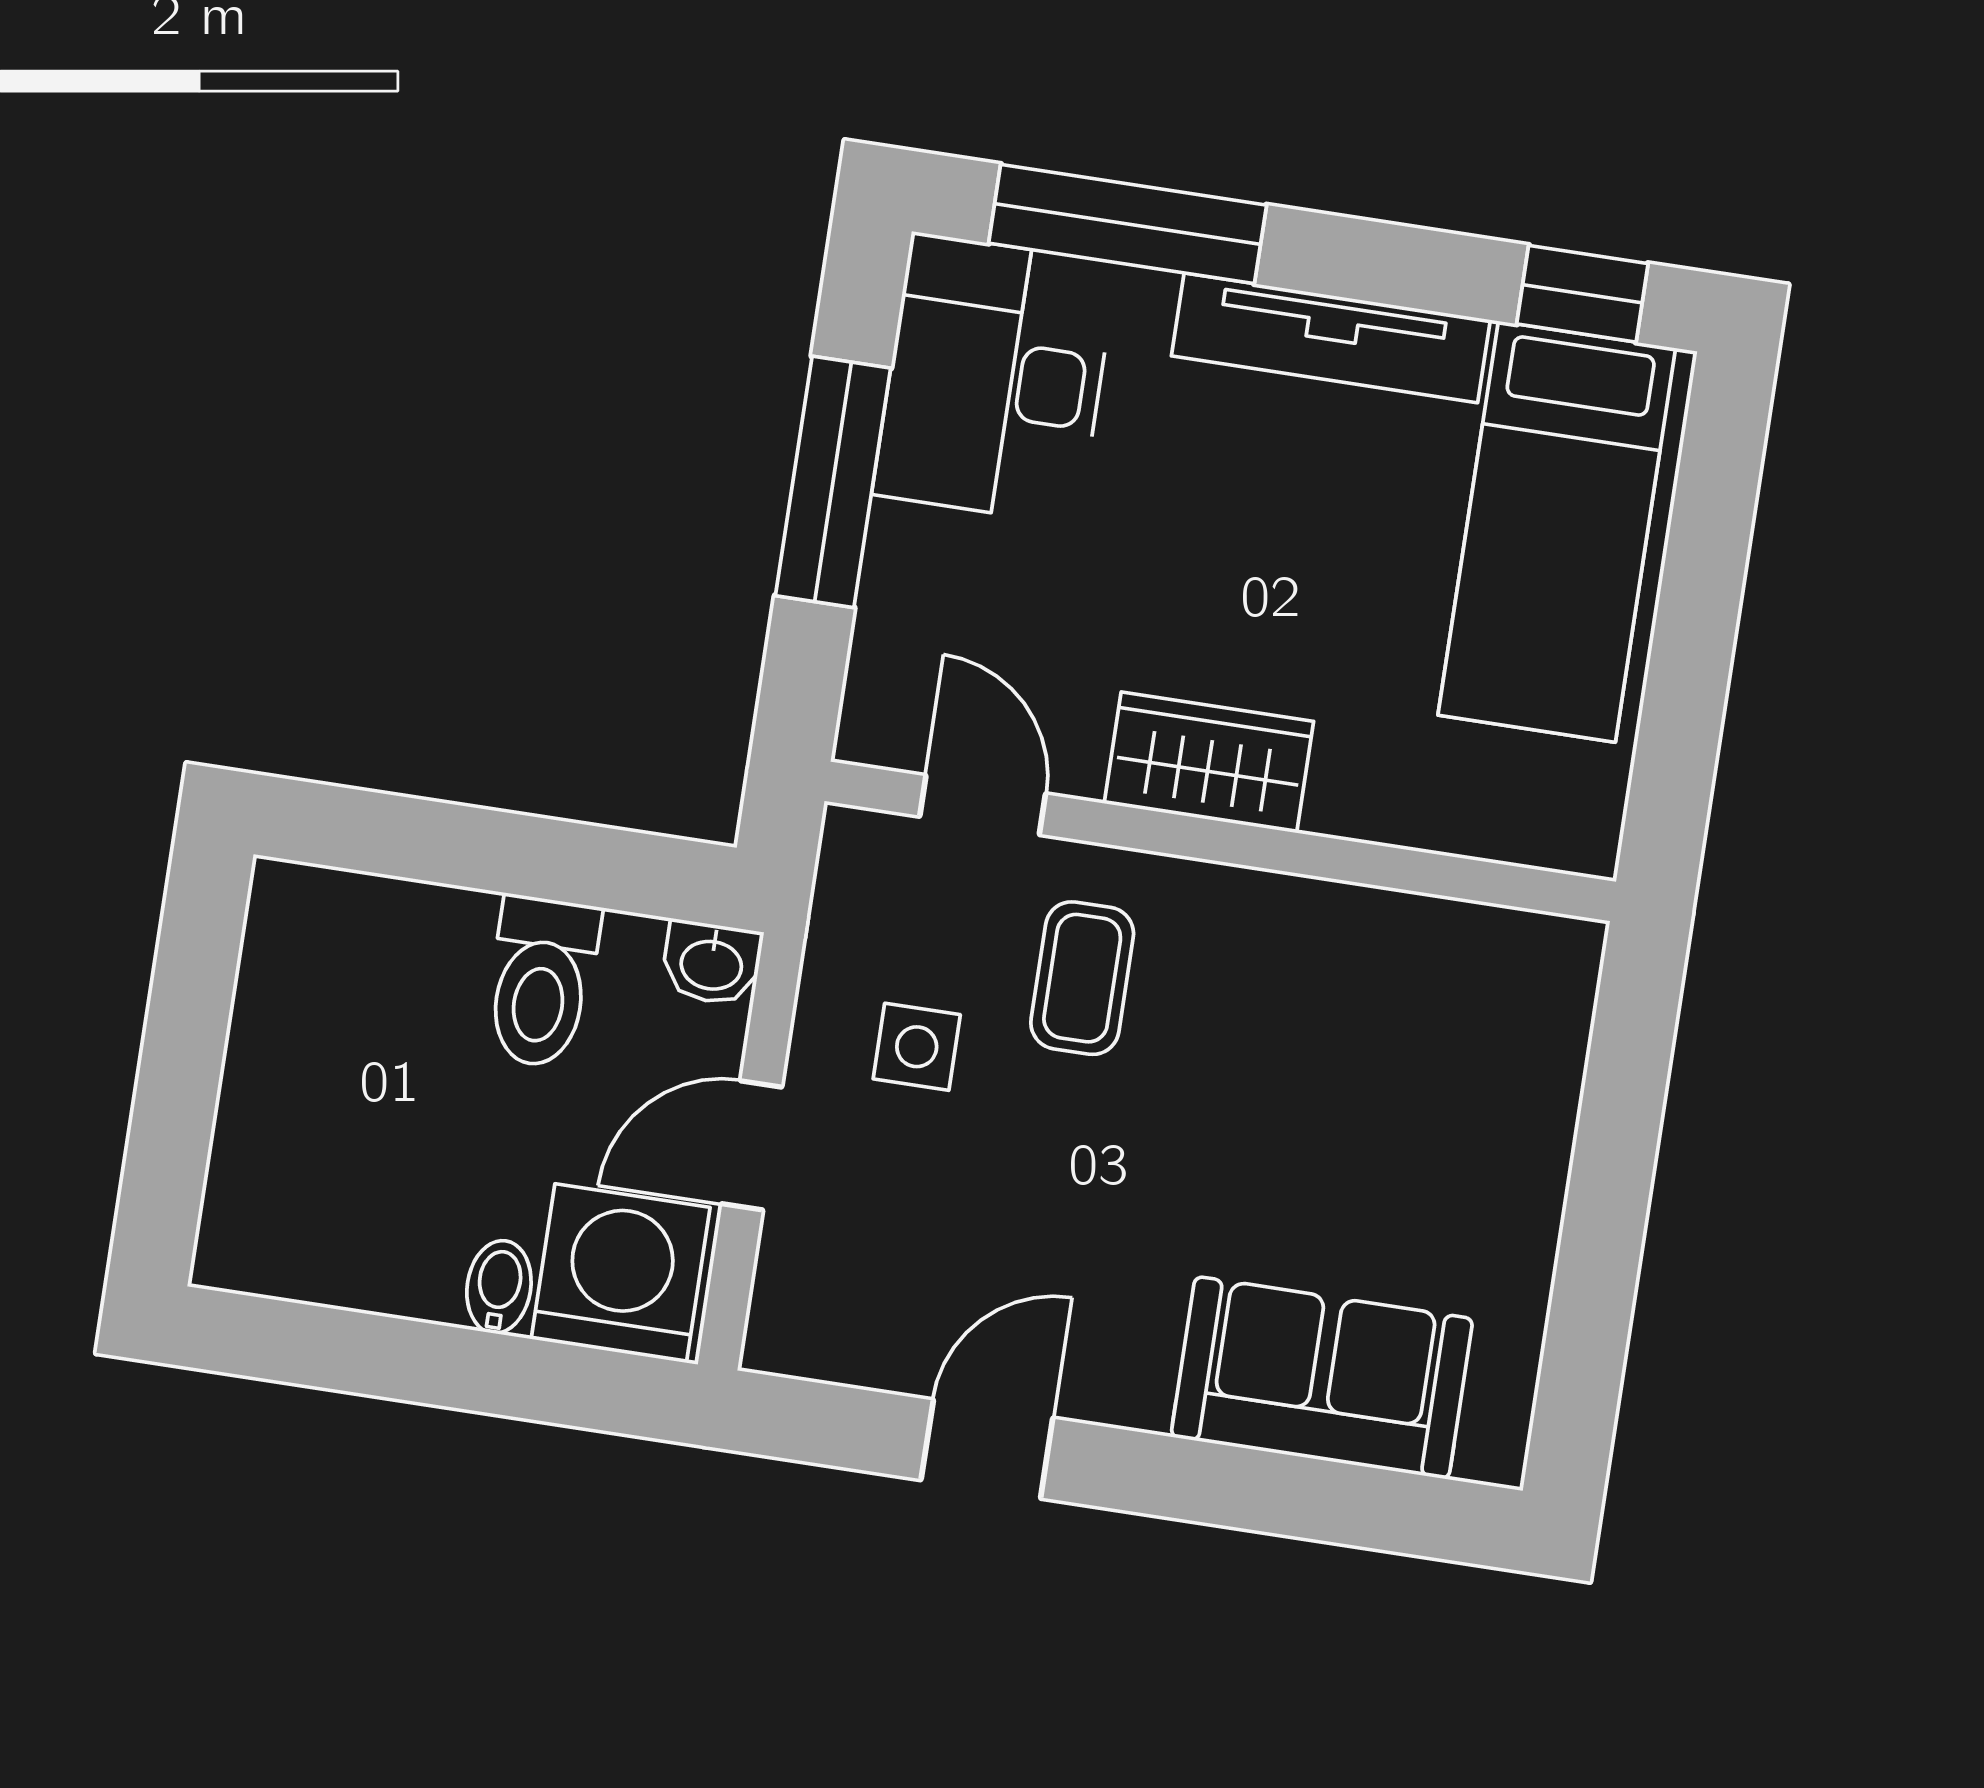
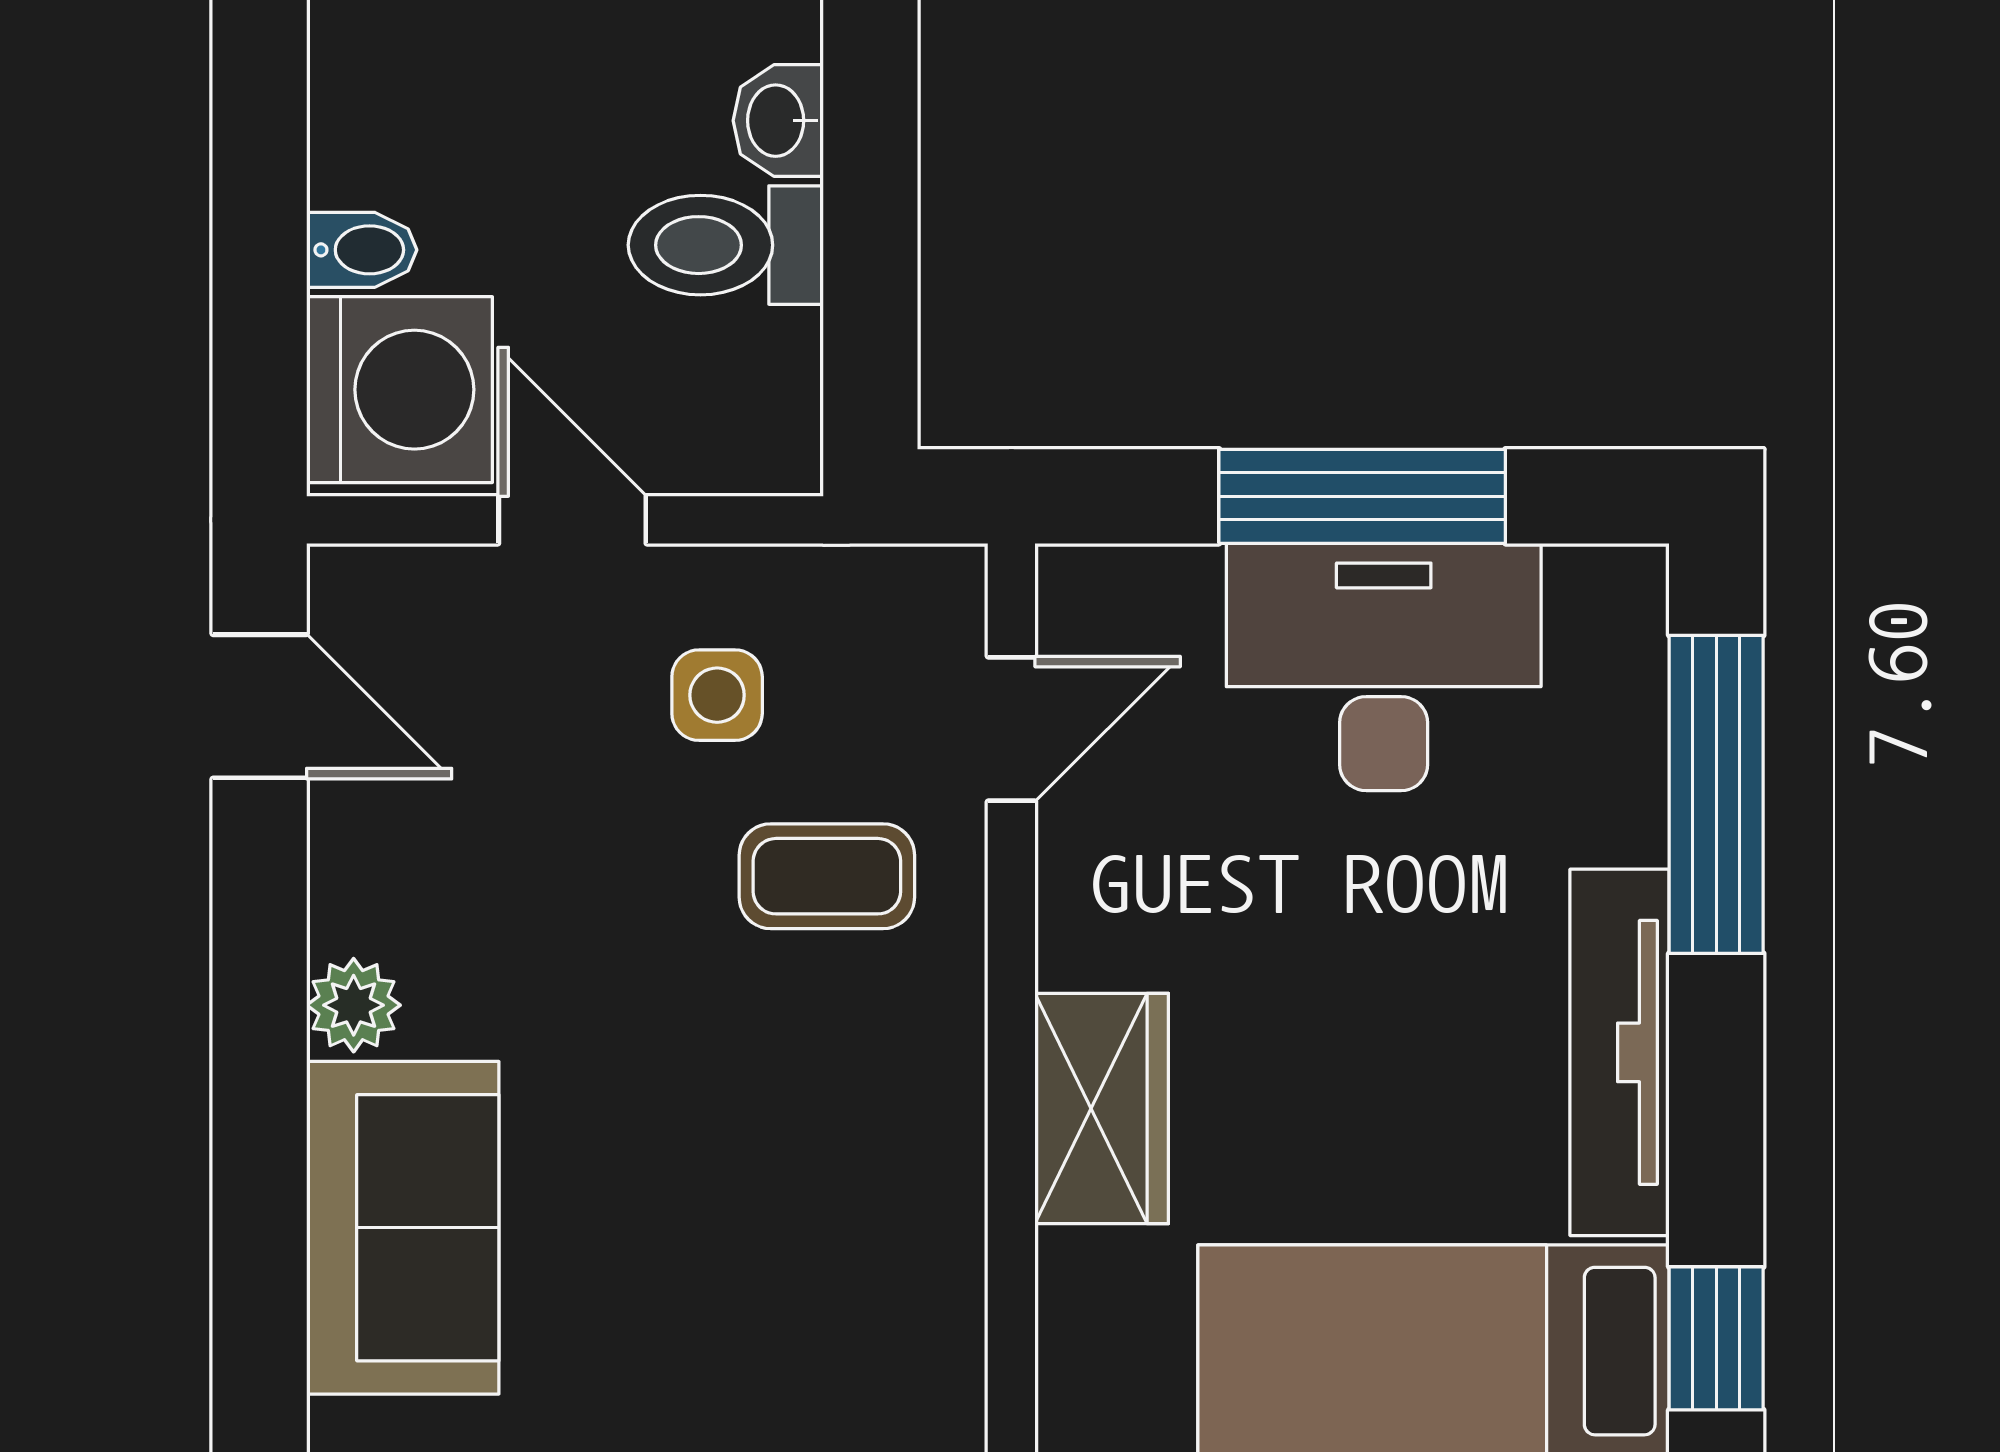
desk: (995, 379) -> (1384, 667), moved
wardrobe: (1209, 762) -> (1102, 1108), moved
washbasin: (712, 963) -> (778, 121), moved
plant: (1129, 1390) -> (354, 1005), added
door: (987, 1449) -> (260, 706), moved

